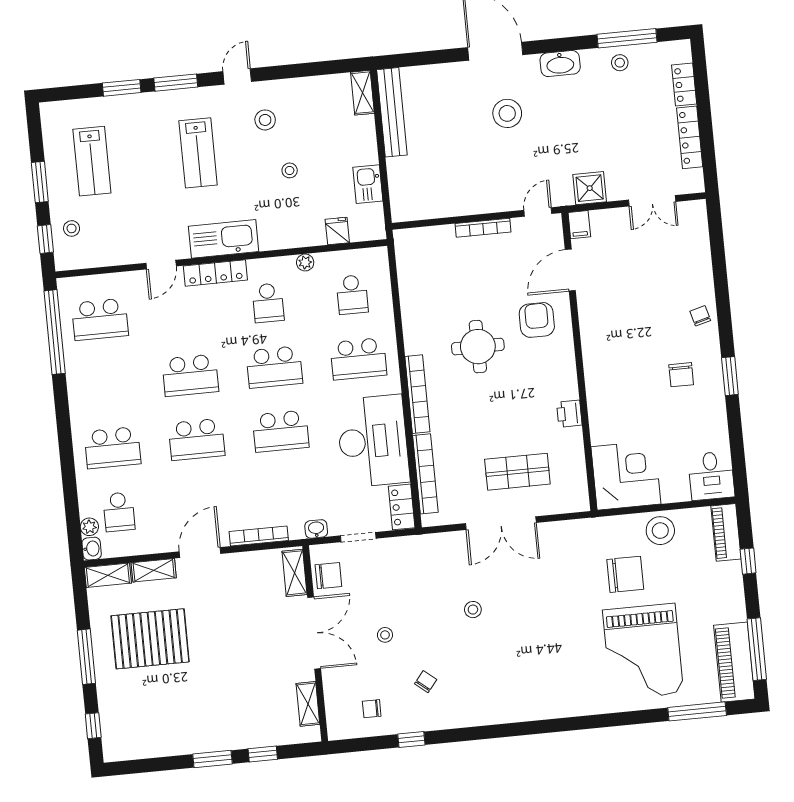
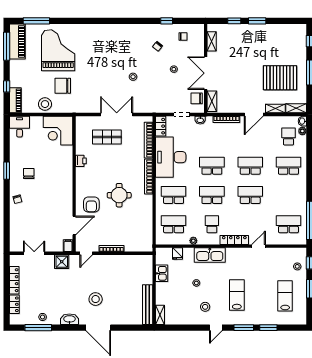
kitchen sink: (224, 239) -> (210, 255), moved
school desk: (352, 295) -> (174, 224), width x1.85

